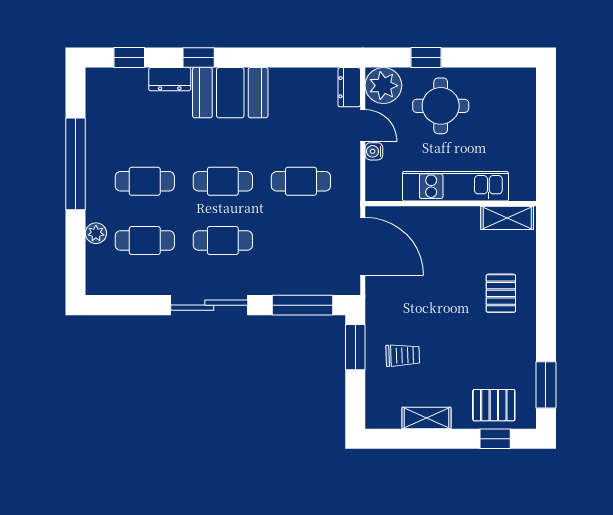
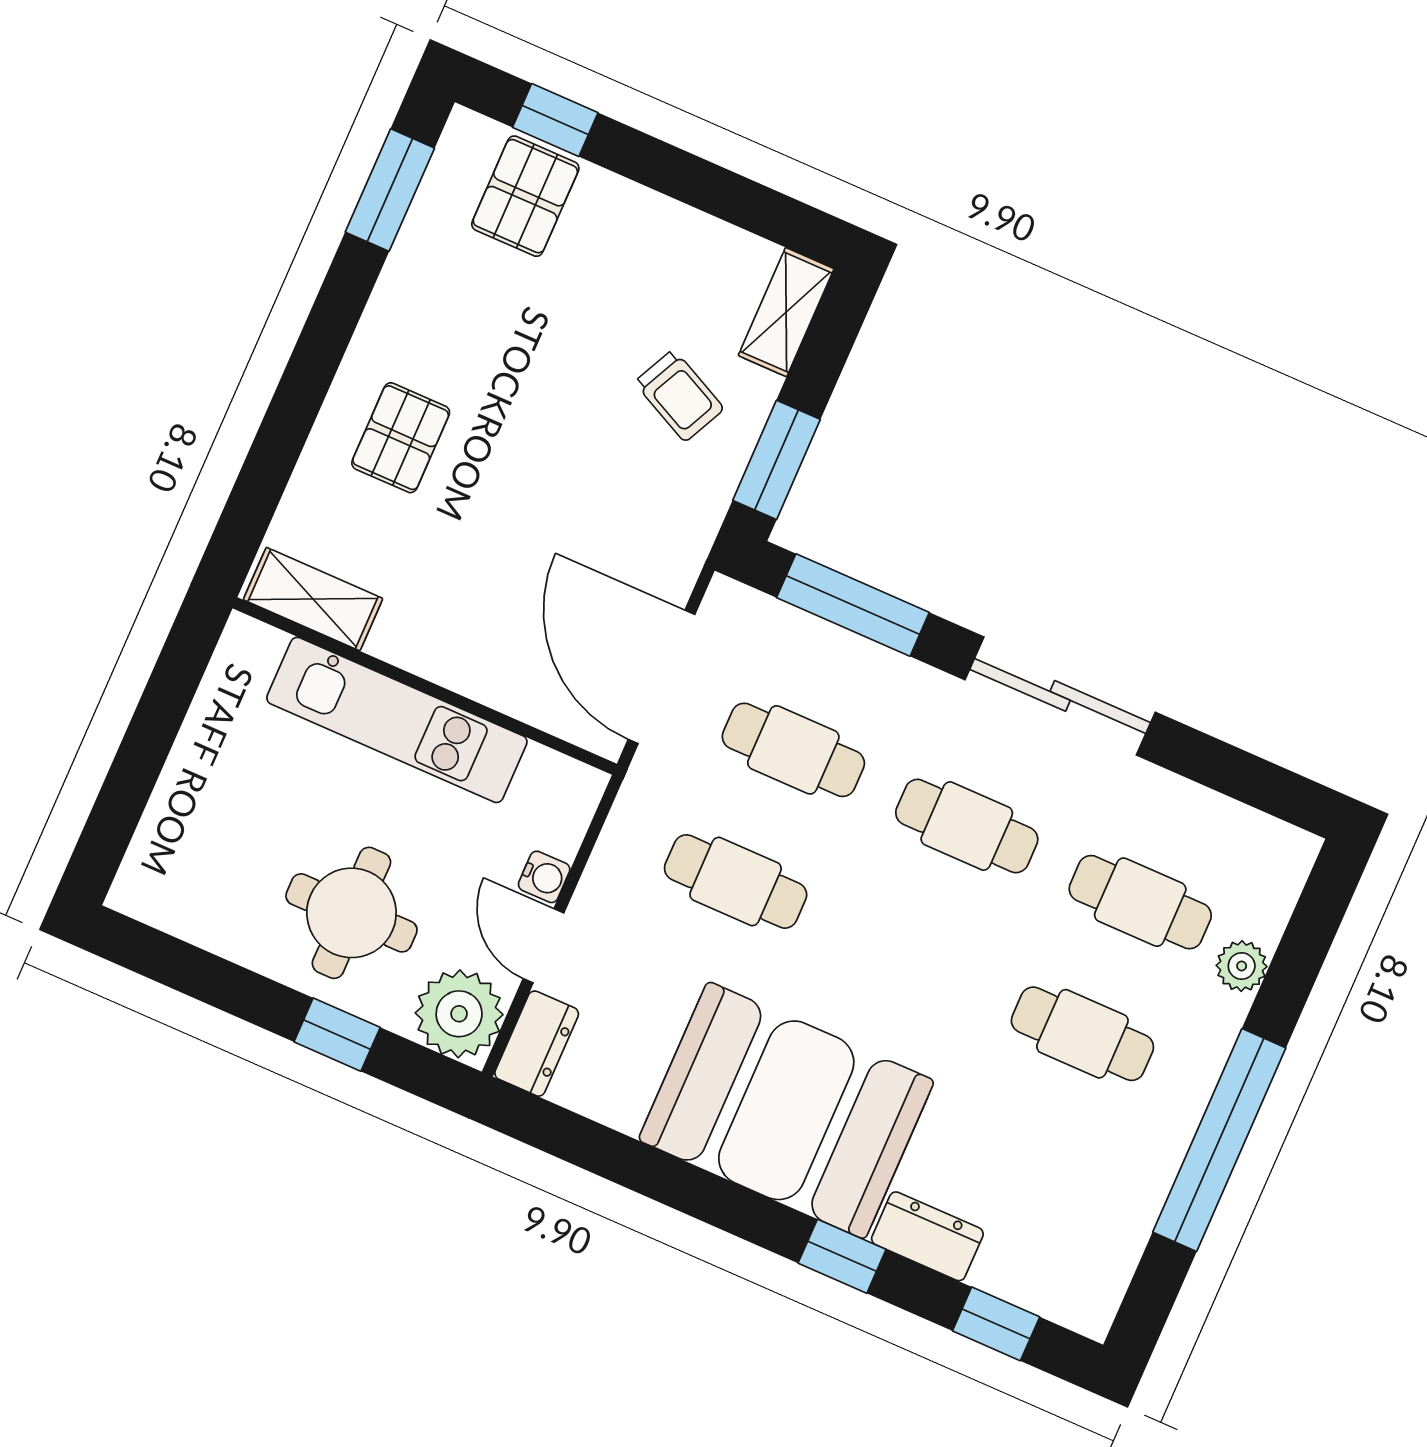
booth: (230, 93) -> (786, 1110), width x1.36, depth x1.42
cafe table: (223, 181) -> (793, 750), moved
trolley: (403, 355) -> (679, 396), turned -152
pallet: (494, 405) -> (525, 196), turned 90
shelving: (427, 418) -> (786, 312), moved, turned 90

